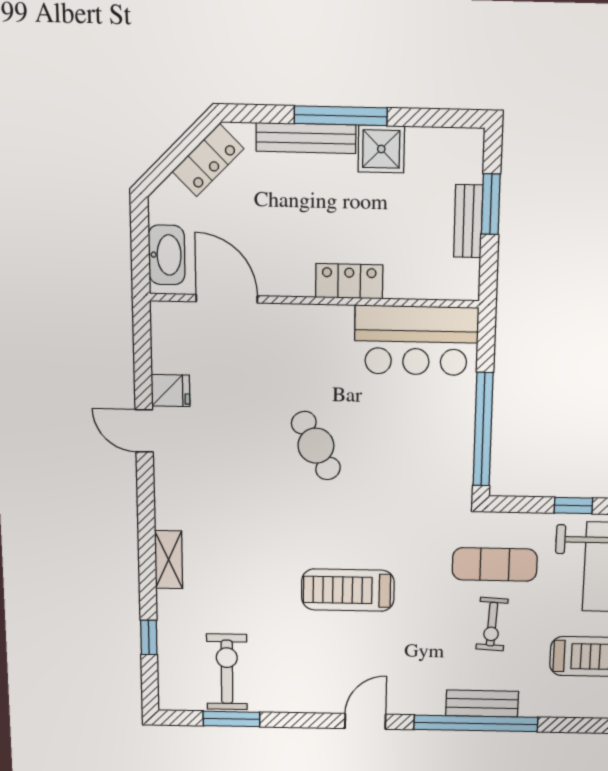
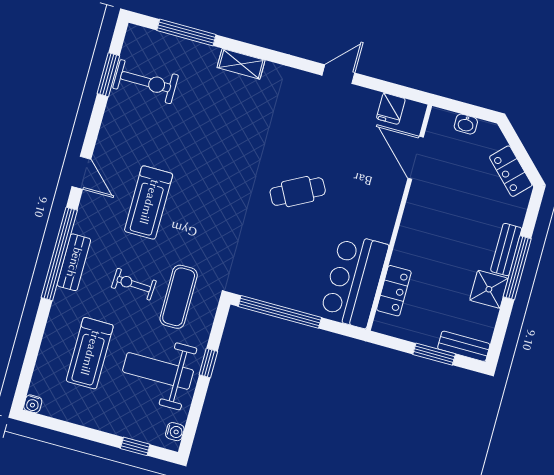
bench: (306, 138) -> (506, 250), width x0.73
bench: (468, 221) -> (464, 346), moved
washbasin: (167, 255) -> (466, 124), width x0.52, depth x0.69
locker: (349, 281) -> (394, 291), moved
door: (227, 299) -> (416, 158), swing flipped
fridge: (171, 391) -> (391, 109), moved
treadmill: (348, 590) -> (149, 202), moved, turned 180
window: (149, 637) -> (186, 32), width x2.17

